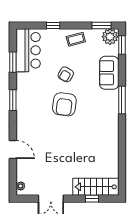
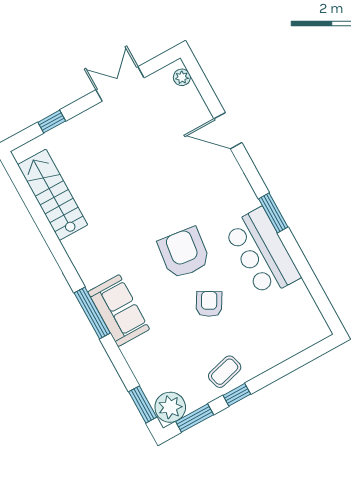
window: (53, 25) -> (237, 395), moved
bar counter: (28, 50) -> (262, 252), moved
window: (13, 62) -> (308, 276), removed
sofa: (109, 73) -> (119, 311), moved
stairs: (96, 187) -> (53, 195), moved, turned -90

